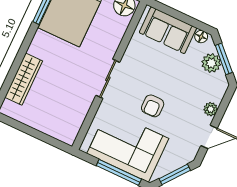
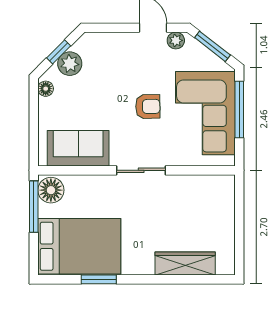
sofa: (168, 30) -> (78, 148), moved, turned -90
window: (224, 59) -> (59, 52), width x0.67
plant: (211, 109) -> (176, 40), moved

